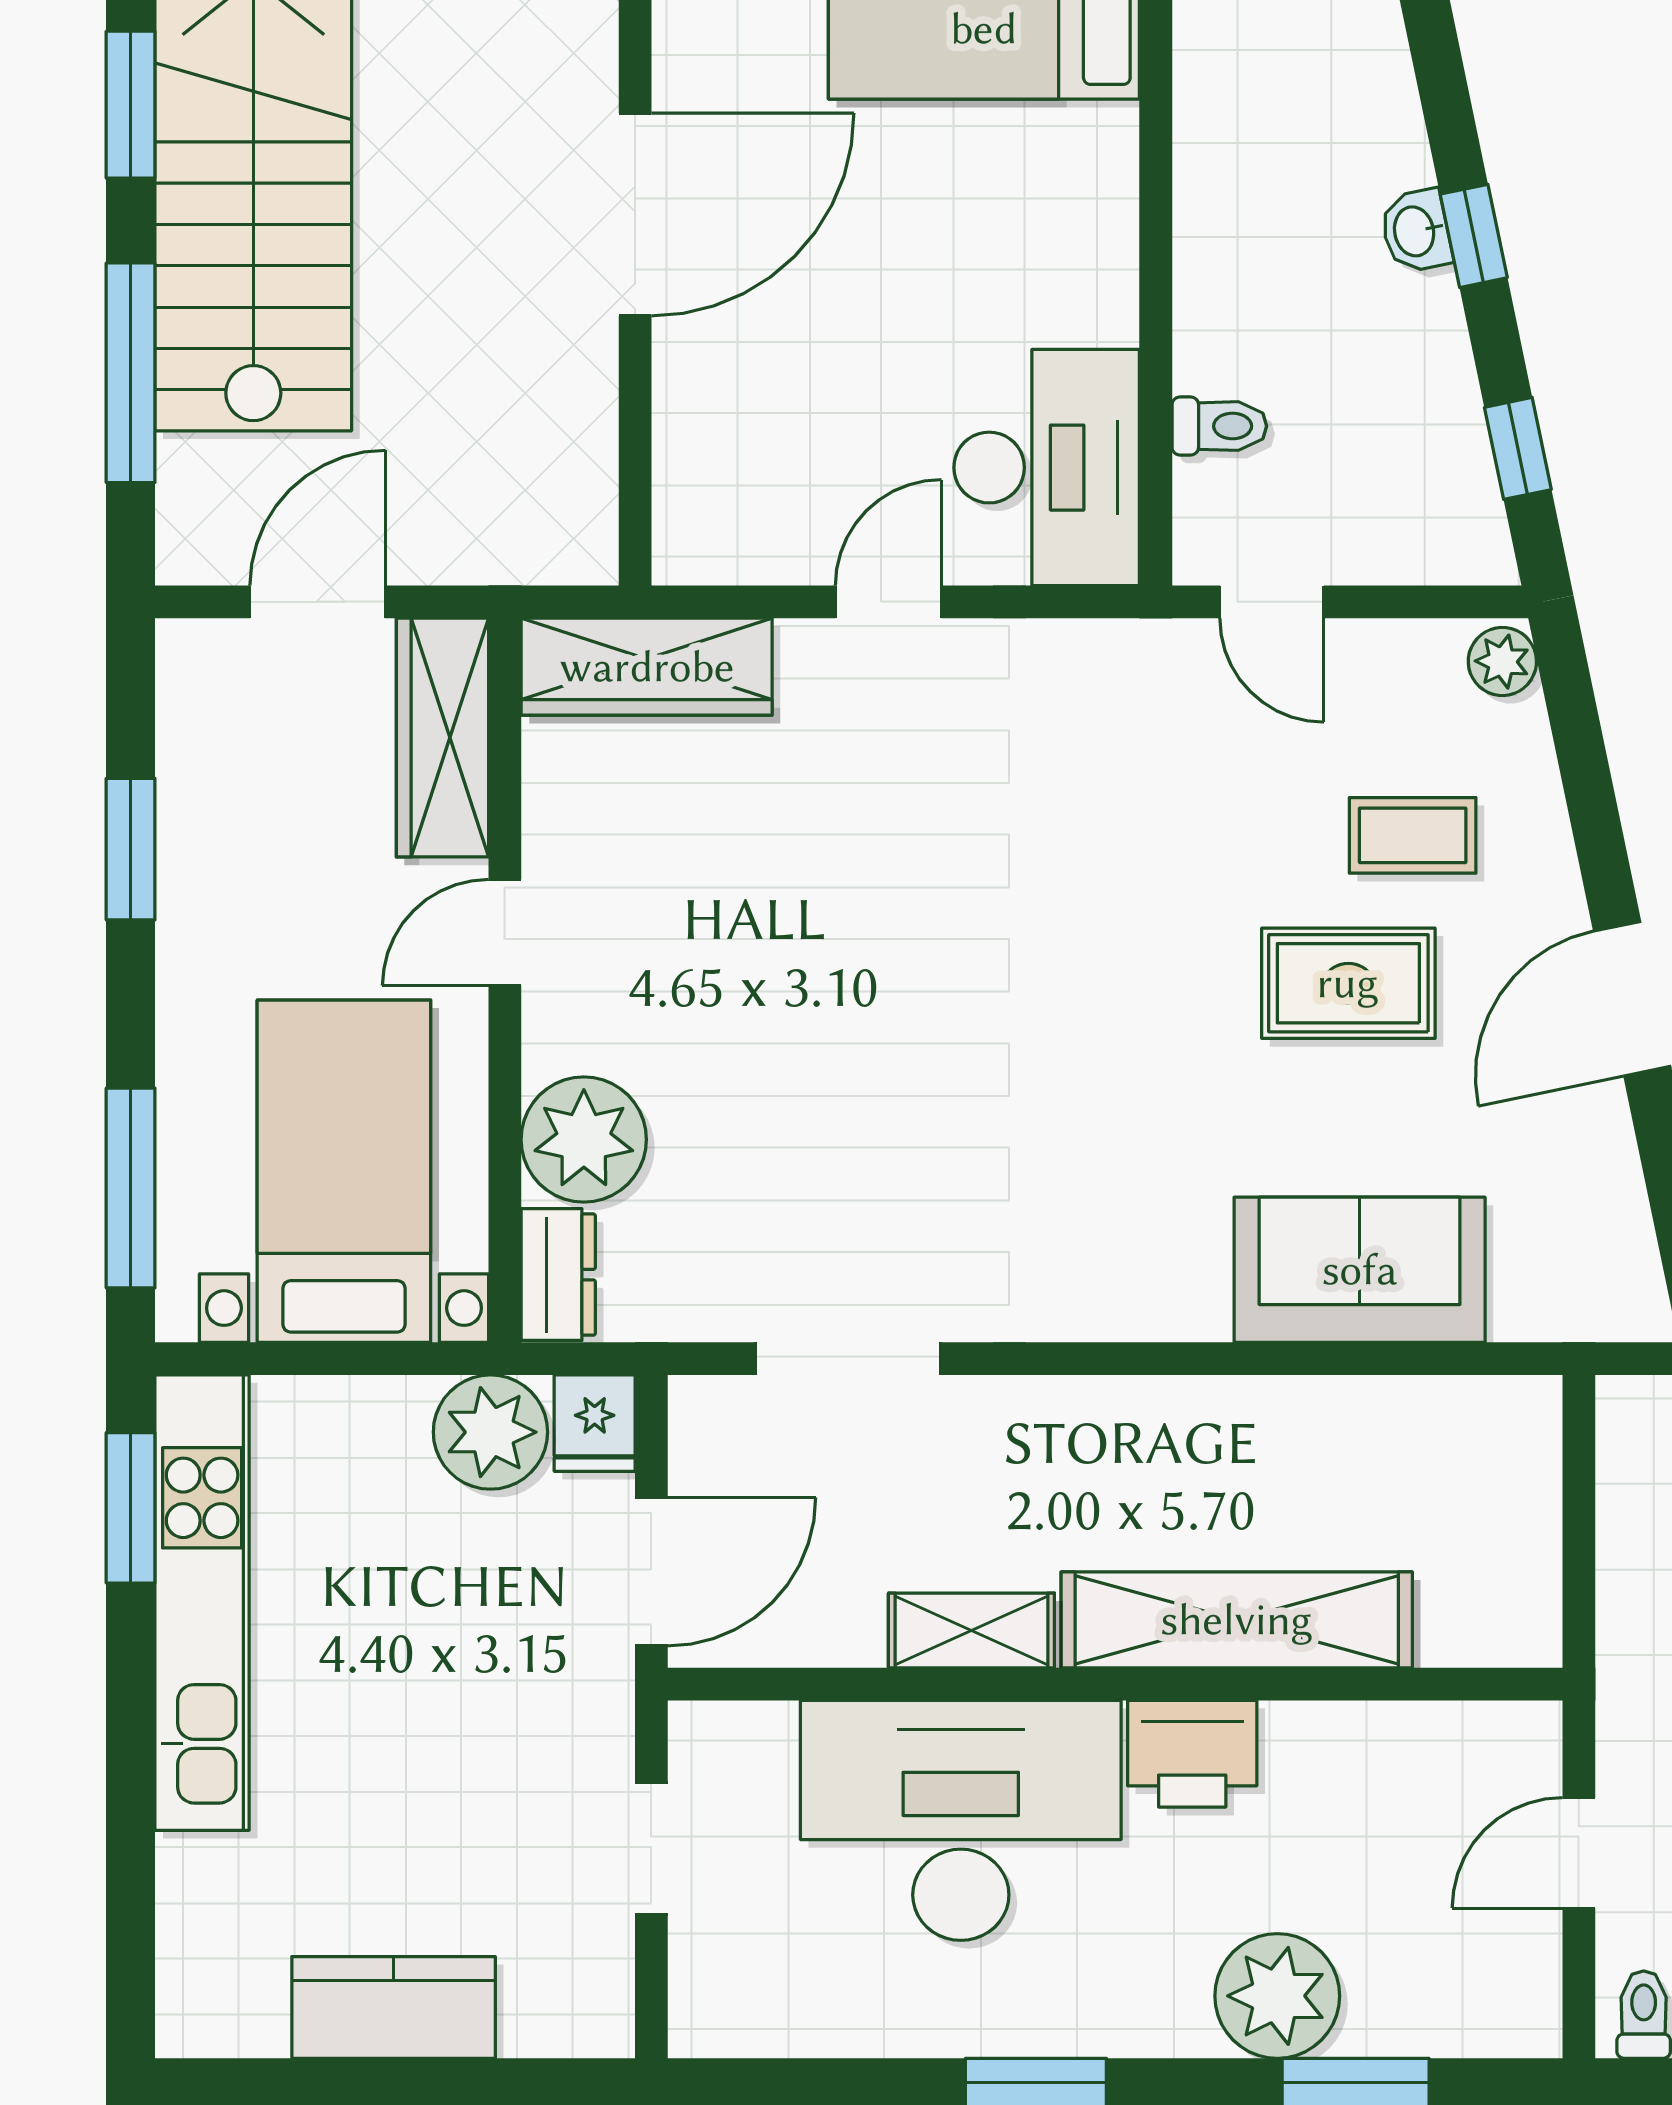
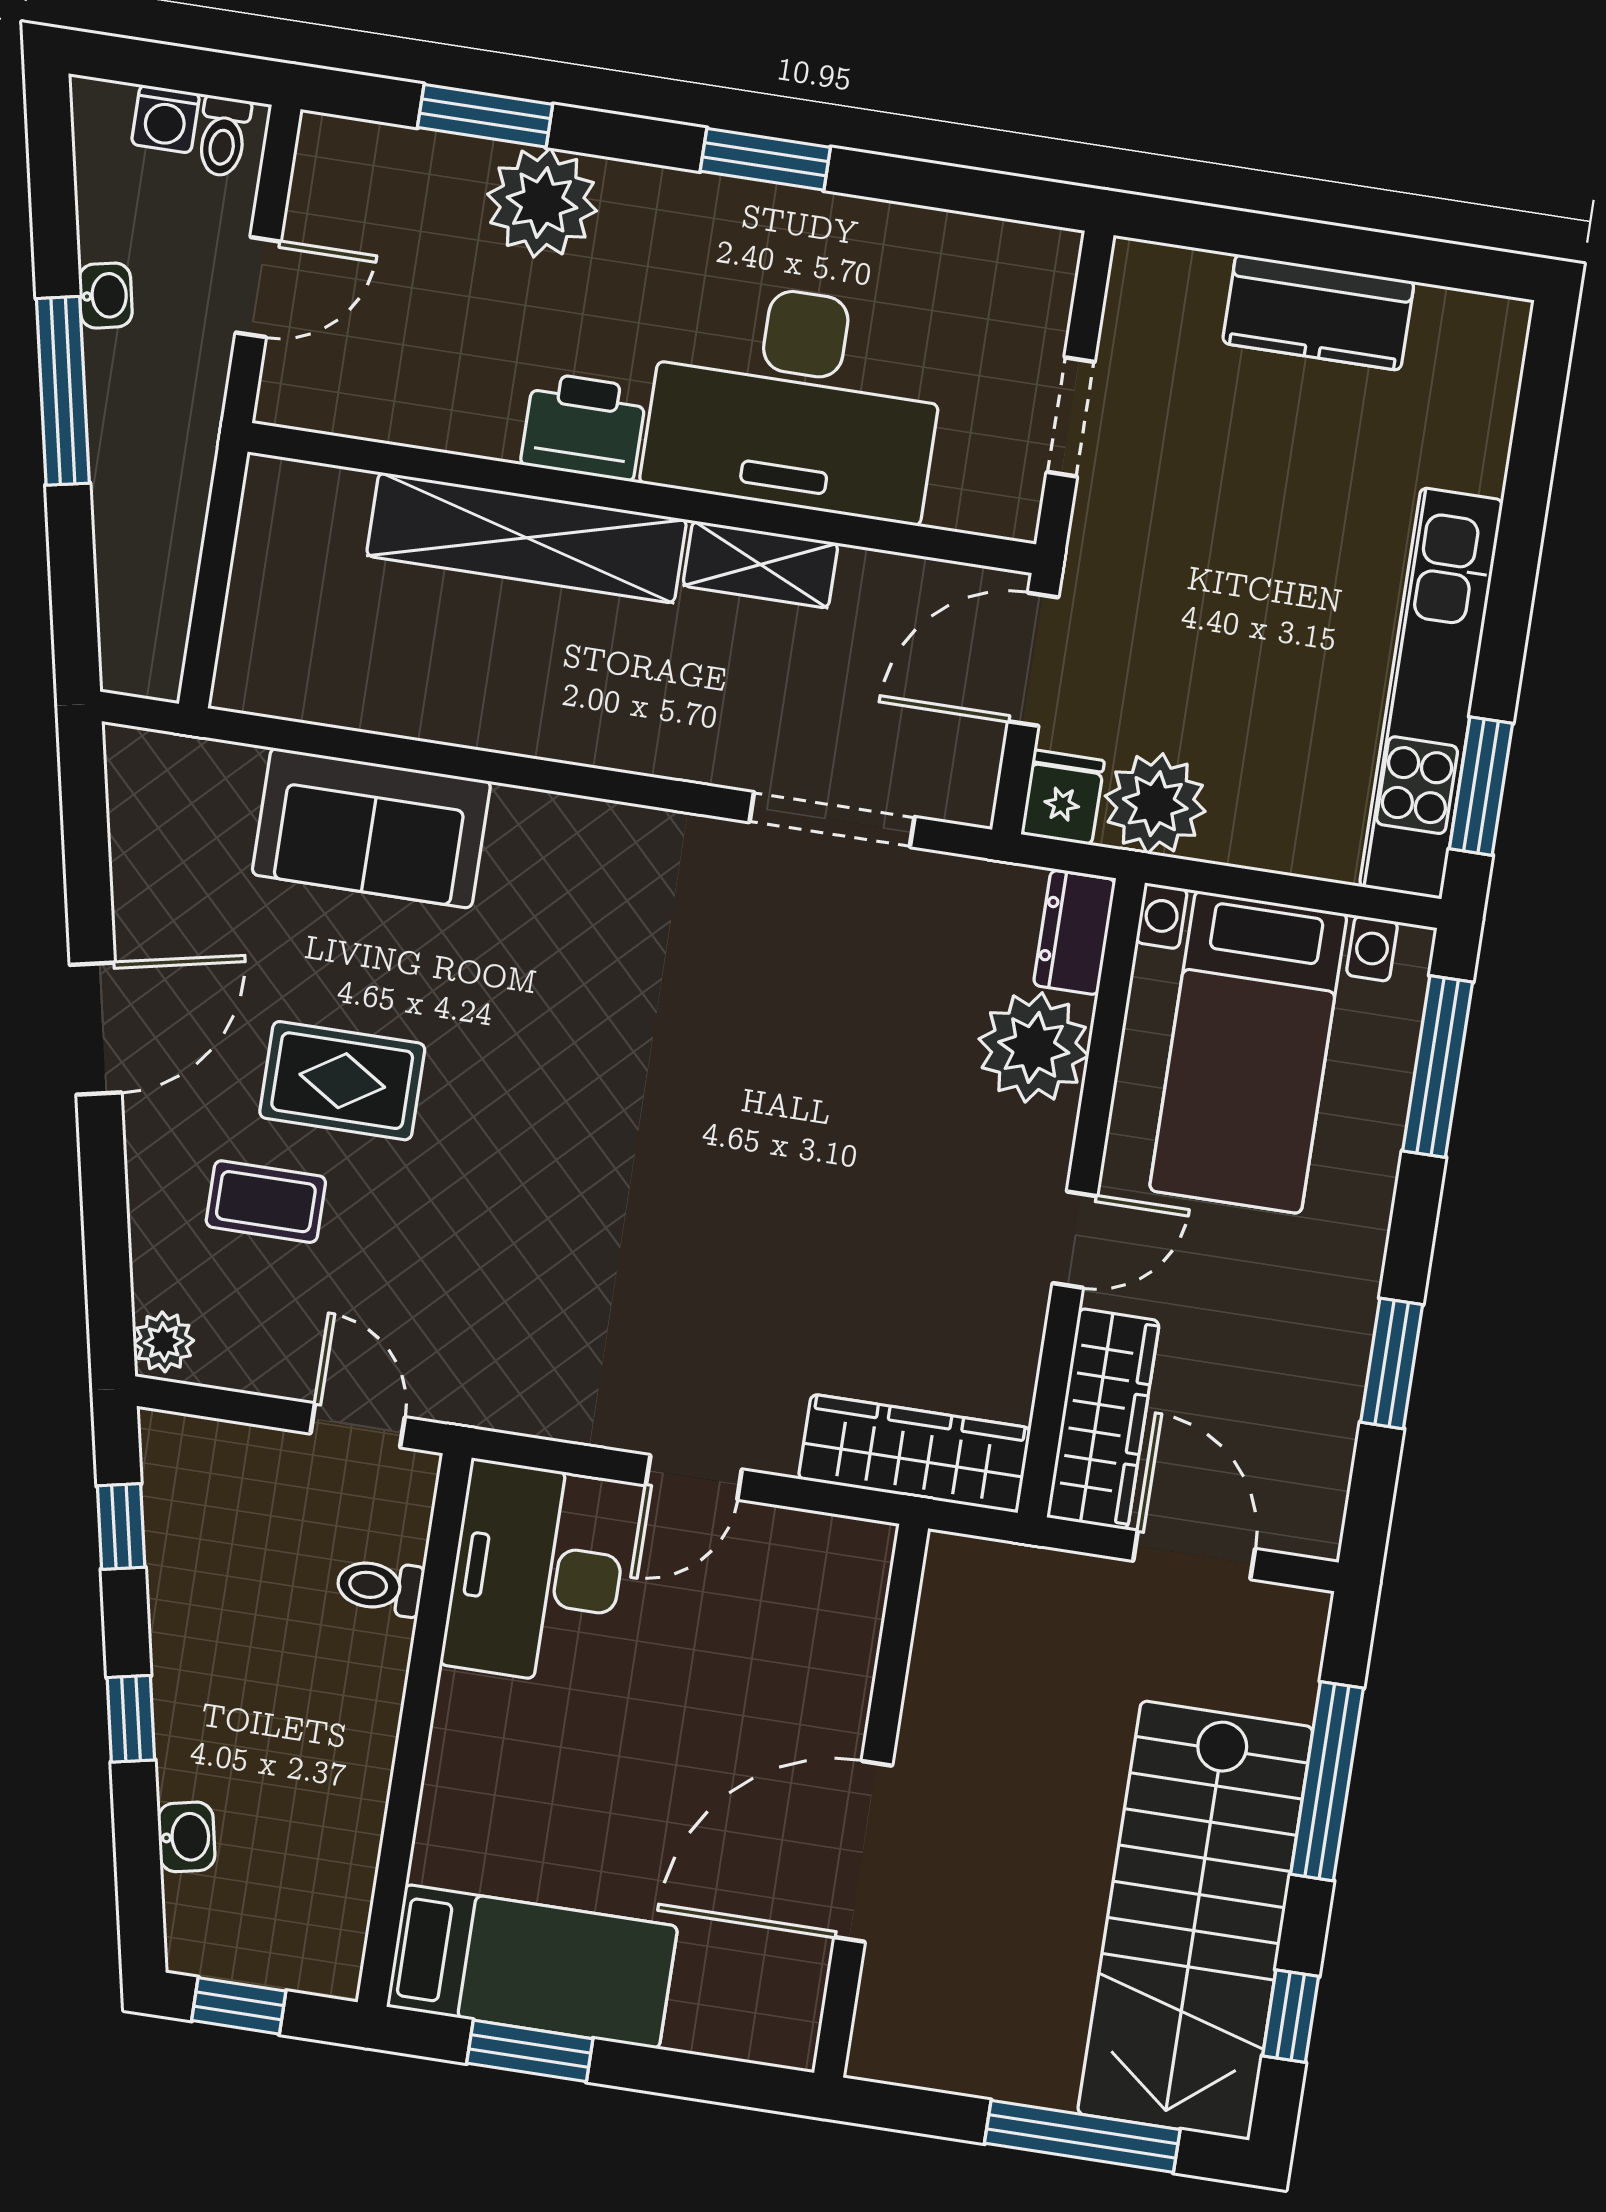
window: (131, 105) -> (1291, 2016), width x0.67
washbasin: (1416, 231) -> (186, 1837), moved
door: (318, 602) -> (1194, 1555), swing flipped

